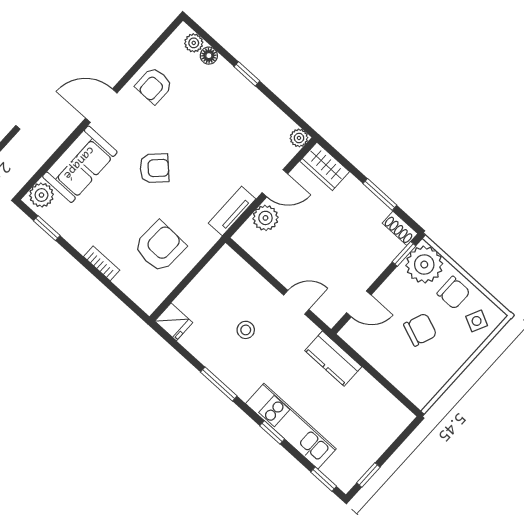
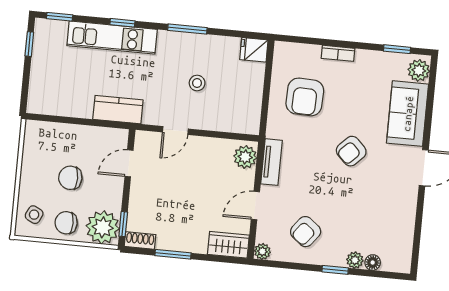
plant: (194, 43) -> (355, 260), moved
armchair: (154, 85) -> (306, 232), moved, turned -142
plant: (265, 218) -> (245, 157), moved
chair: (420, 330) -> (70, 178), turned 69

